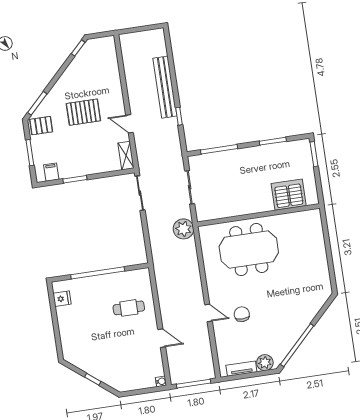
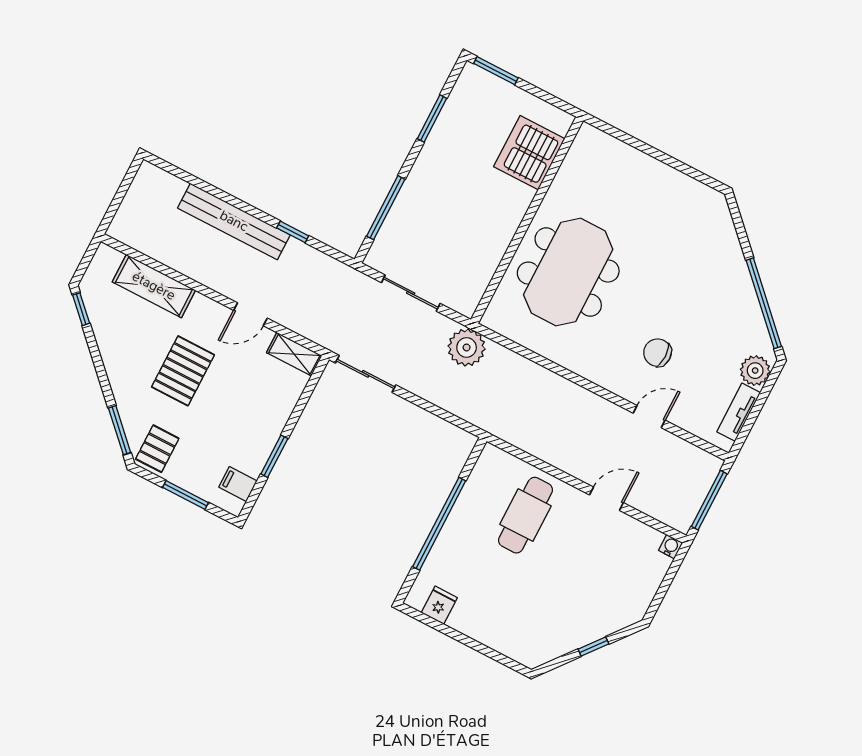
shelving: (111, 73) -> (154, 286), added
cafe table: (129, 308) -> (526, 515), width x1.37, depth x1.35
door: (208, 313) -> (649, 417), moved

